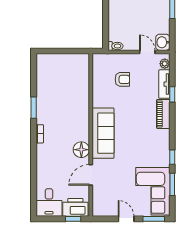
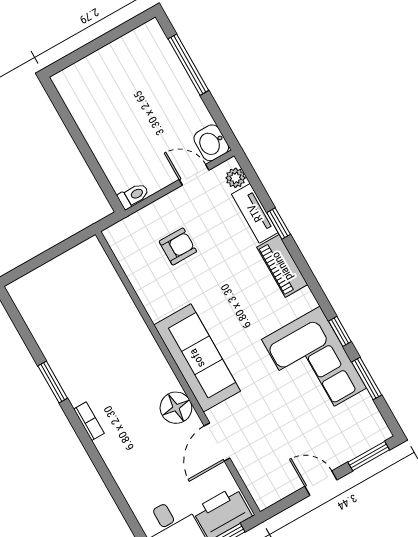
corner sofa: (153, 191) -> (314, 364), moved

